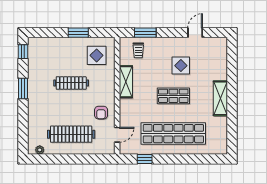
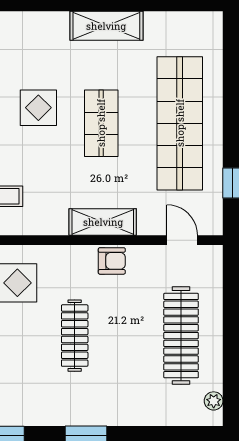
shelving: (126, 82) -> (103, 222), moved
armchair: (101, 113) -> (112, 261), moved

